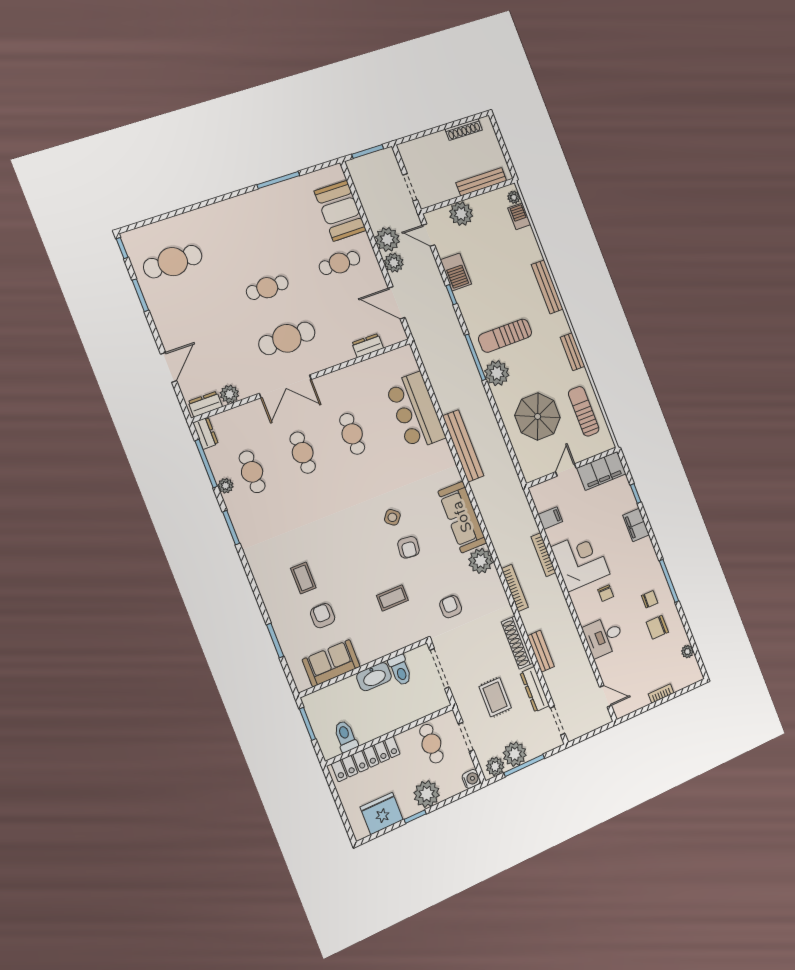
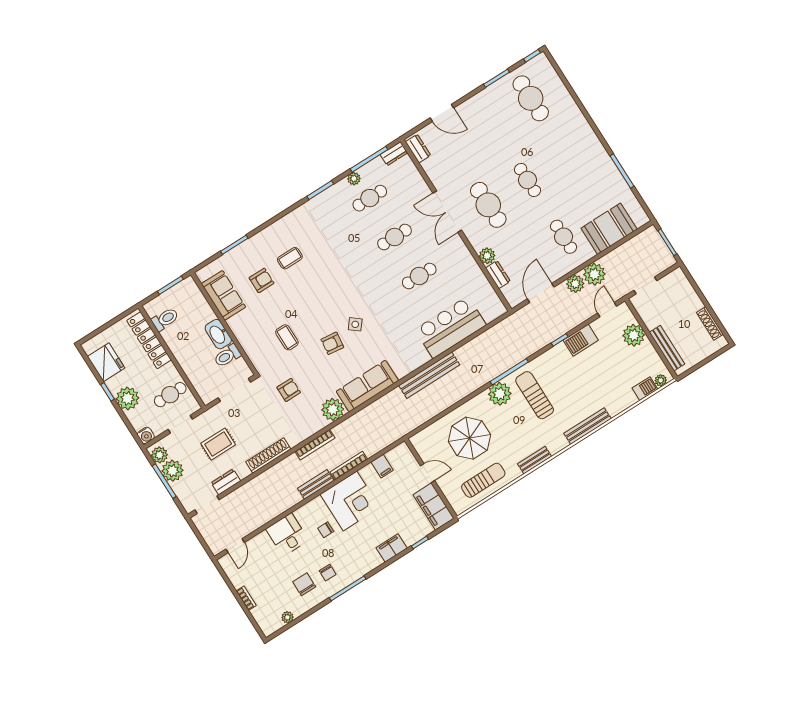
plant: (229, 394) -> (487, 256), moved
bench: (541, 651) -> (316, 484), moved
dresser: (535, 689) -> (226, 482), width x0.70

